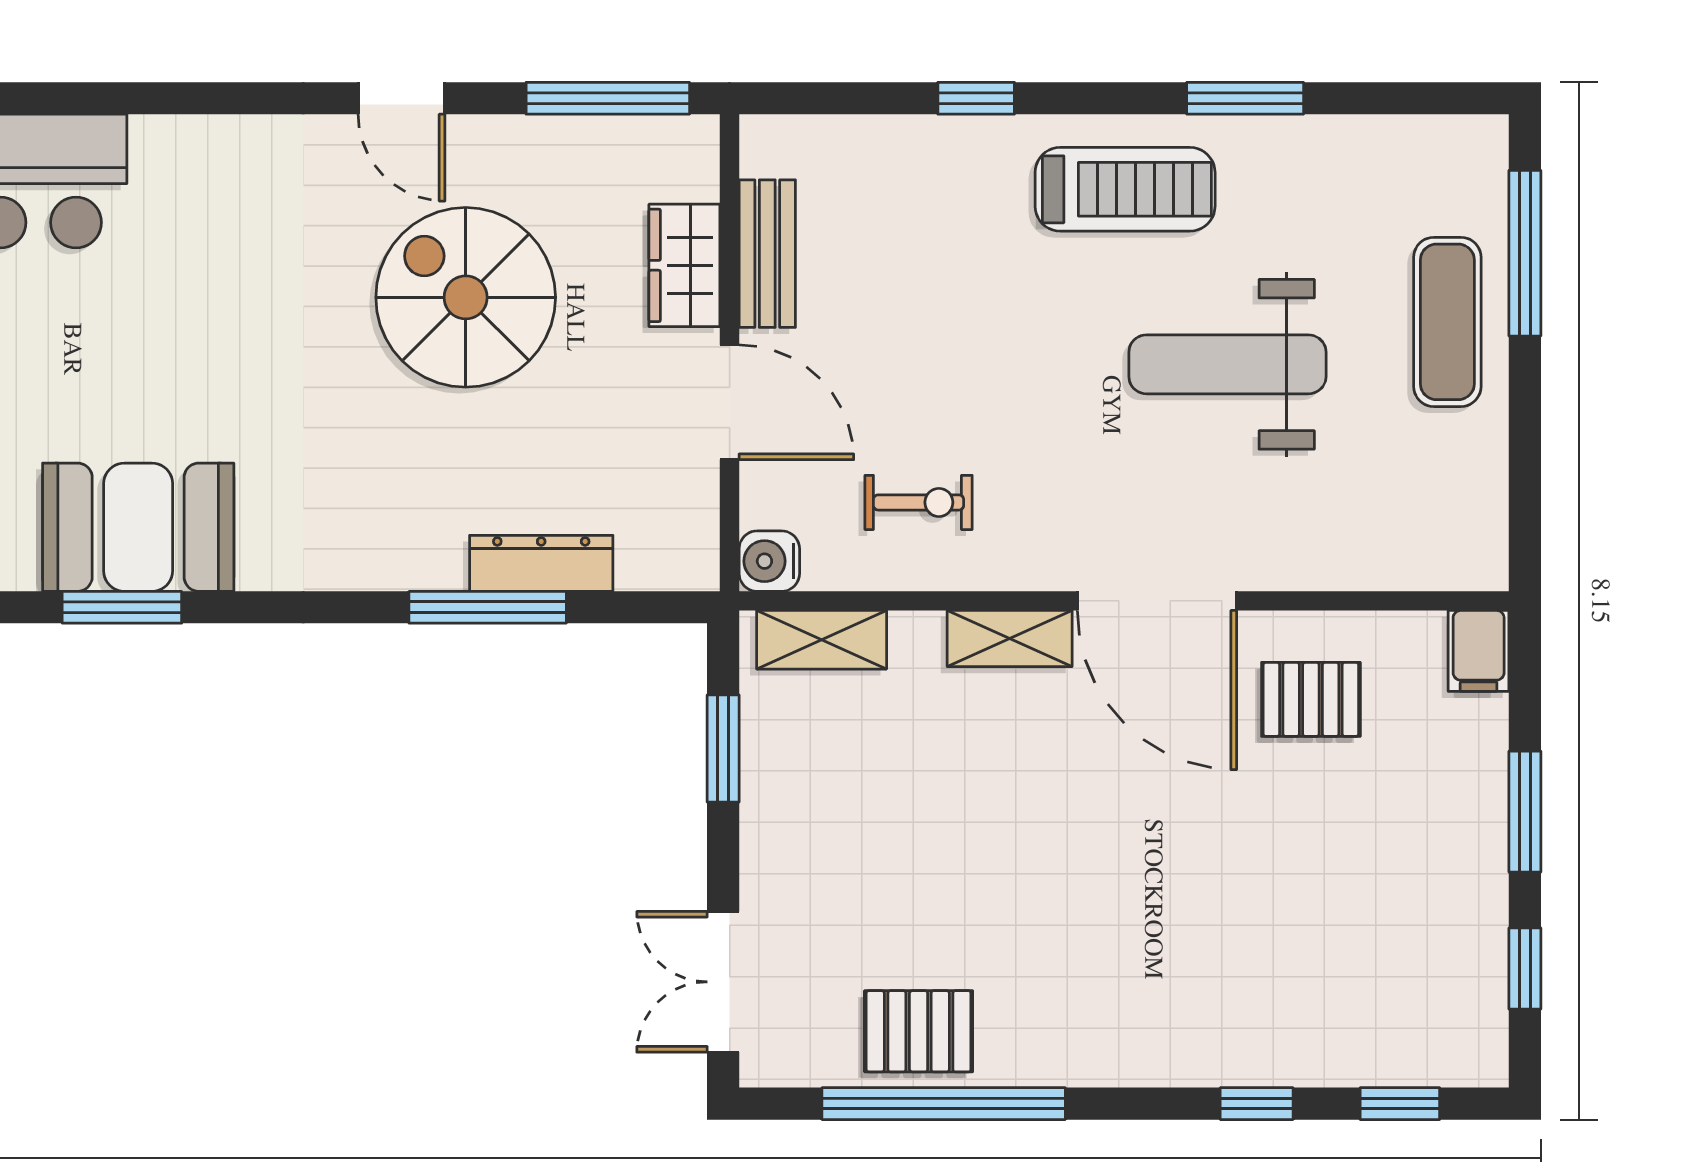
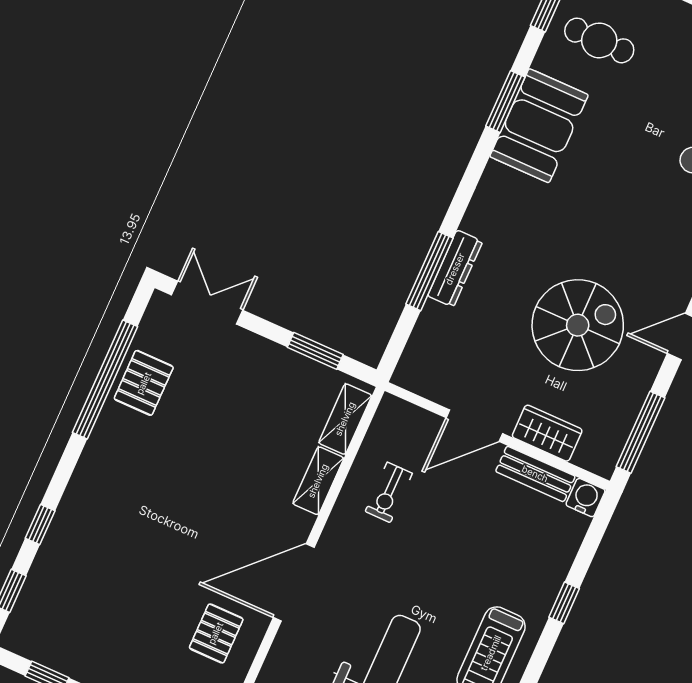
water cooler: (769, 561) -> (586, 498), moved
dresser: (541, 563) -> (455, 269), moved
shelving: (1010, 639) -> (318, 481), moved

